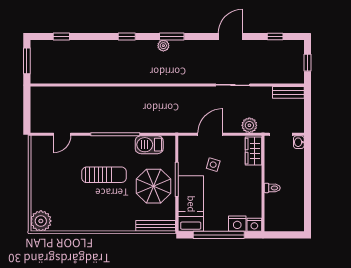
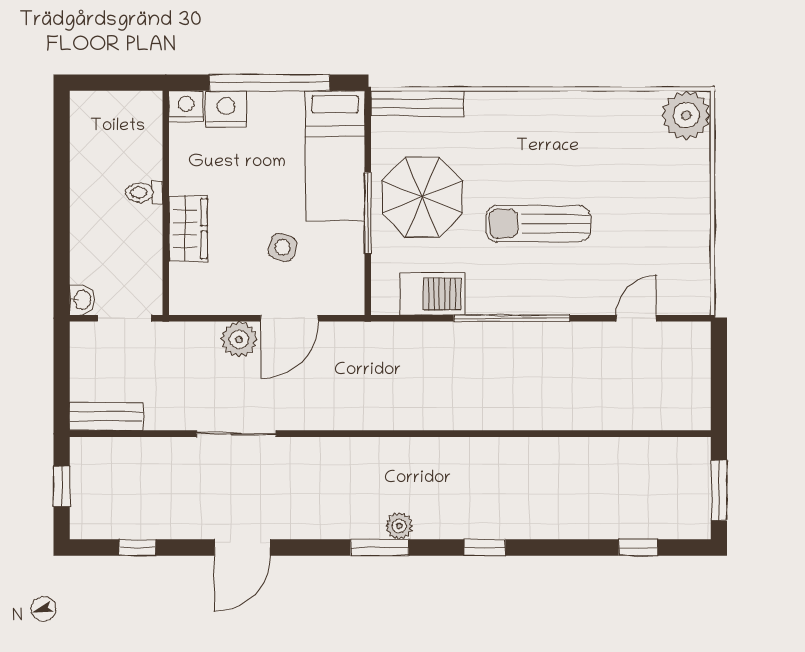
plant: (249, 125) -> (239, 339), moved
wardrobe: (253, 151) -> (188, 229), moved

